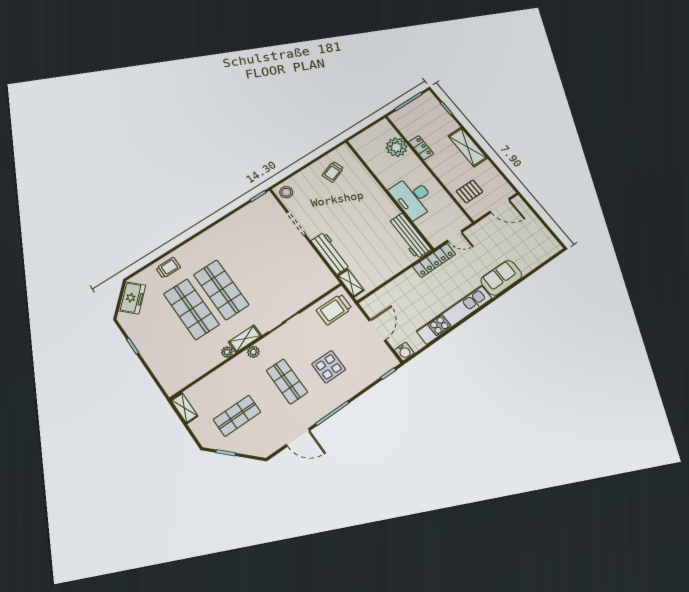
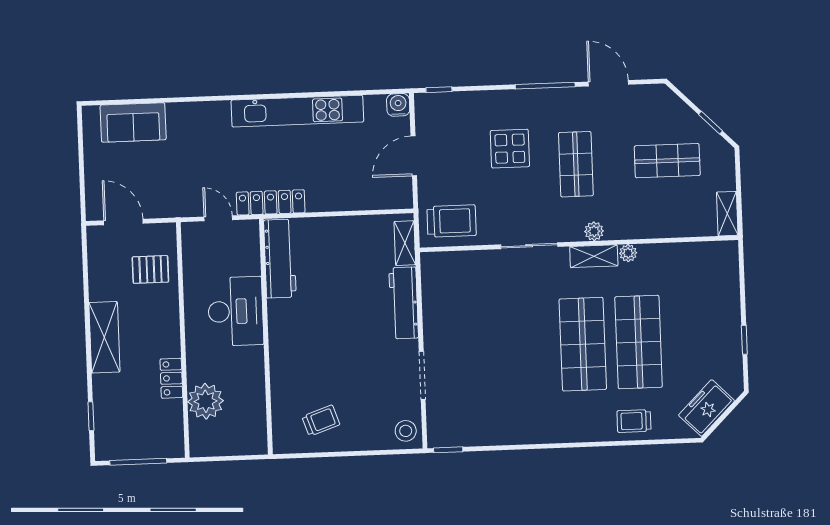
sofa: (501, 278) -> (133, 122), moved

